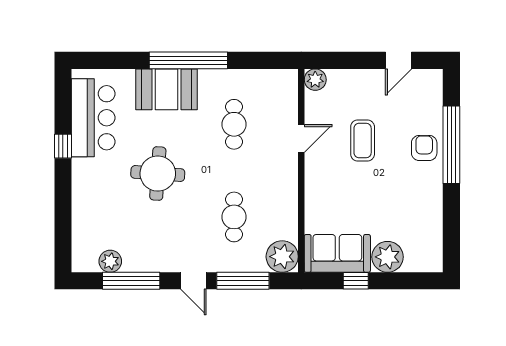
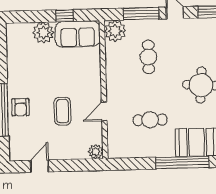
cafe table: (234, 124) -> (150, 120), turned 90

